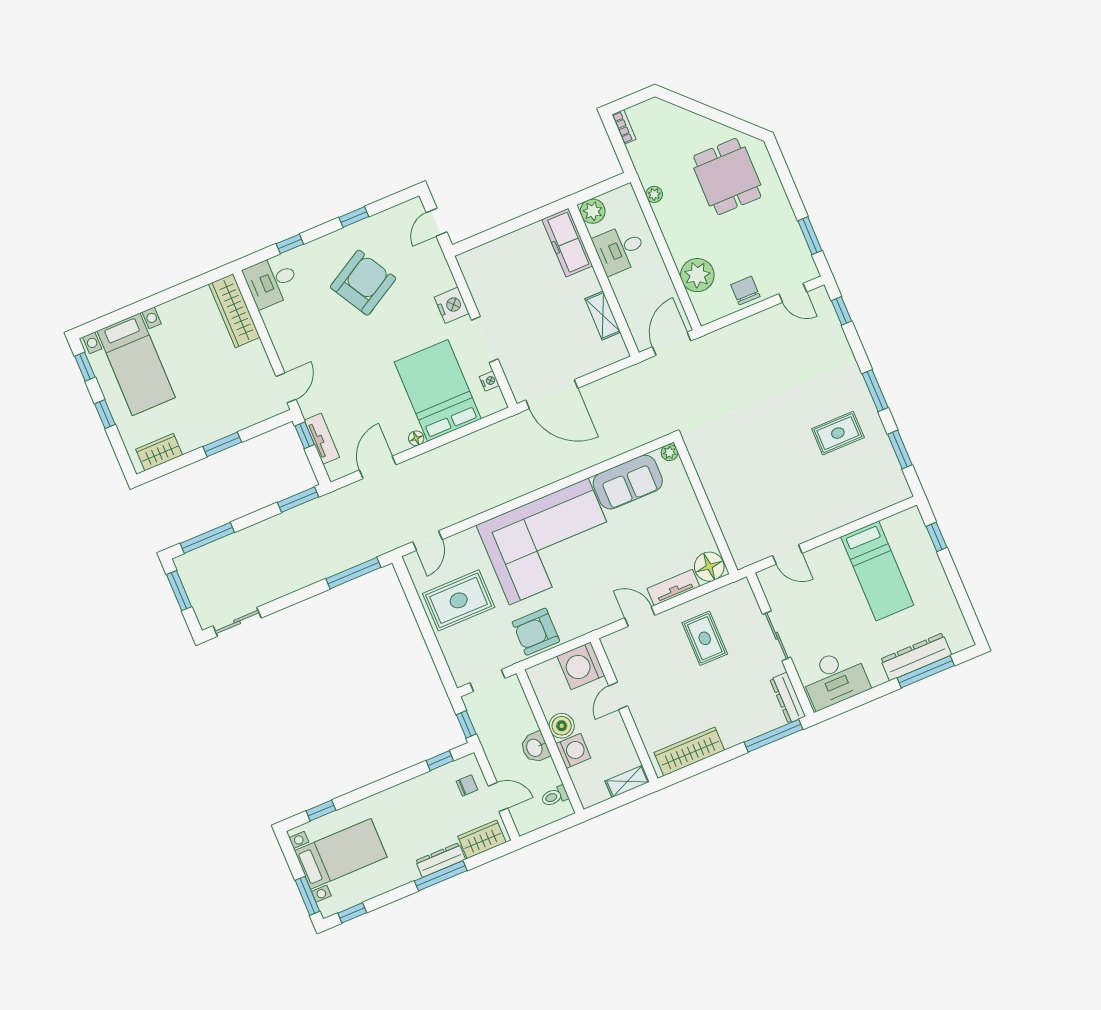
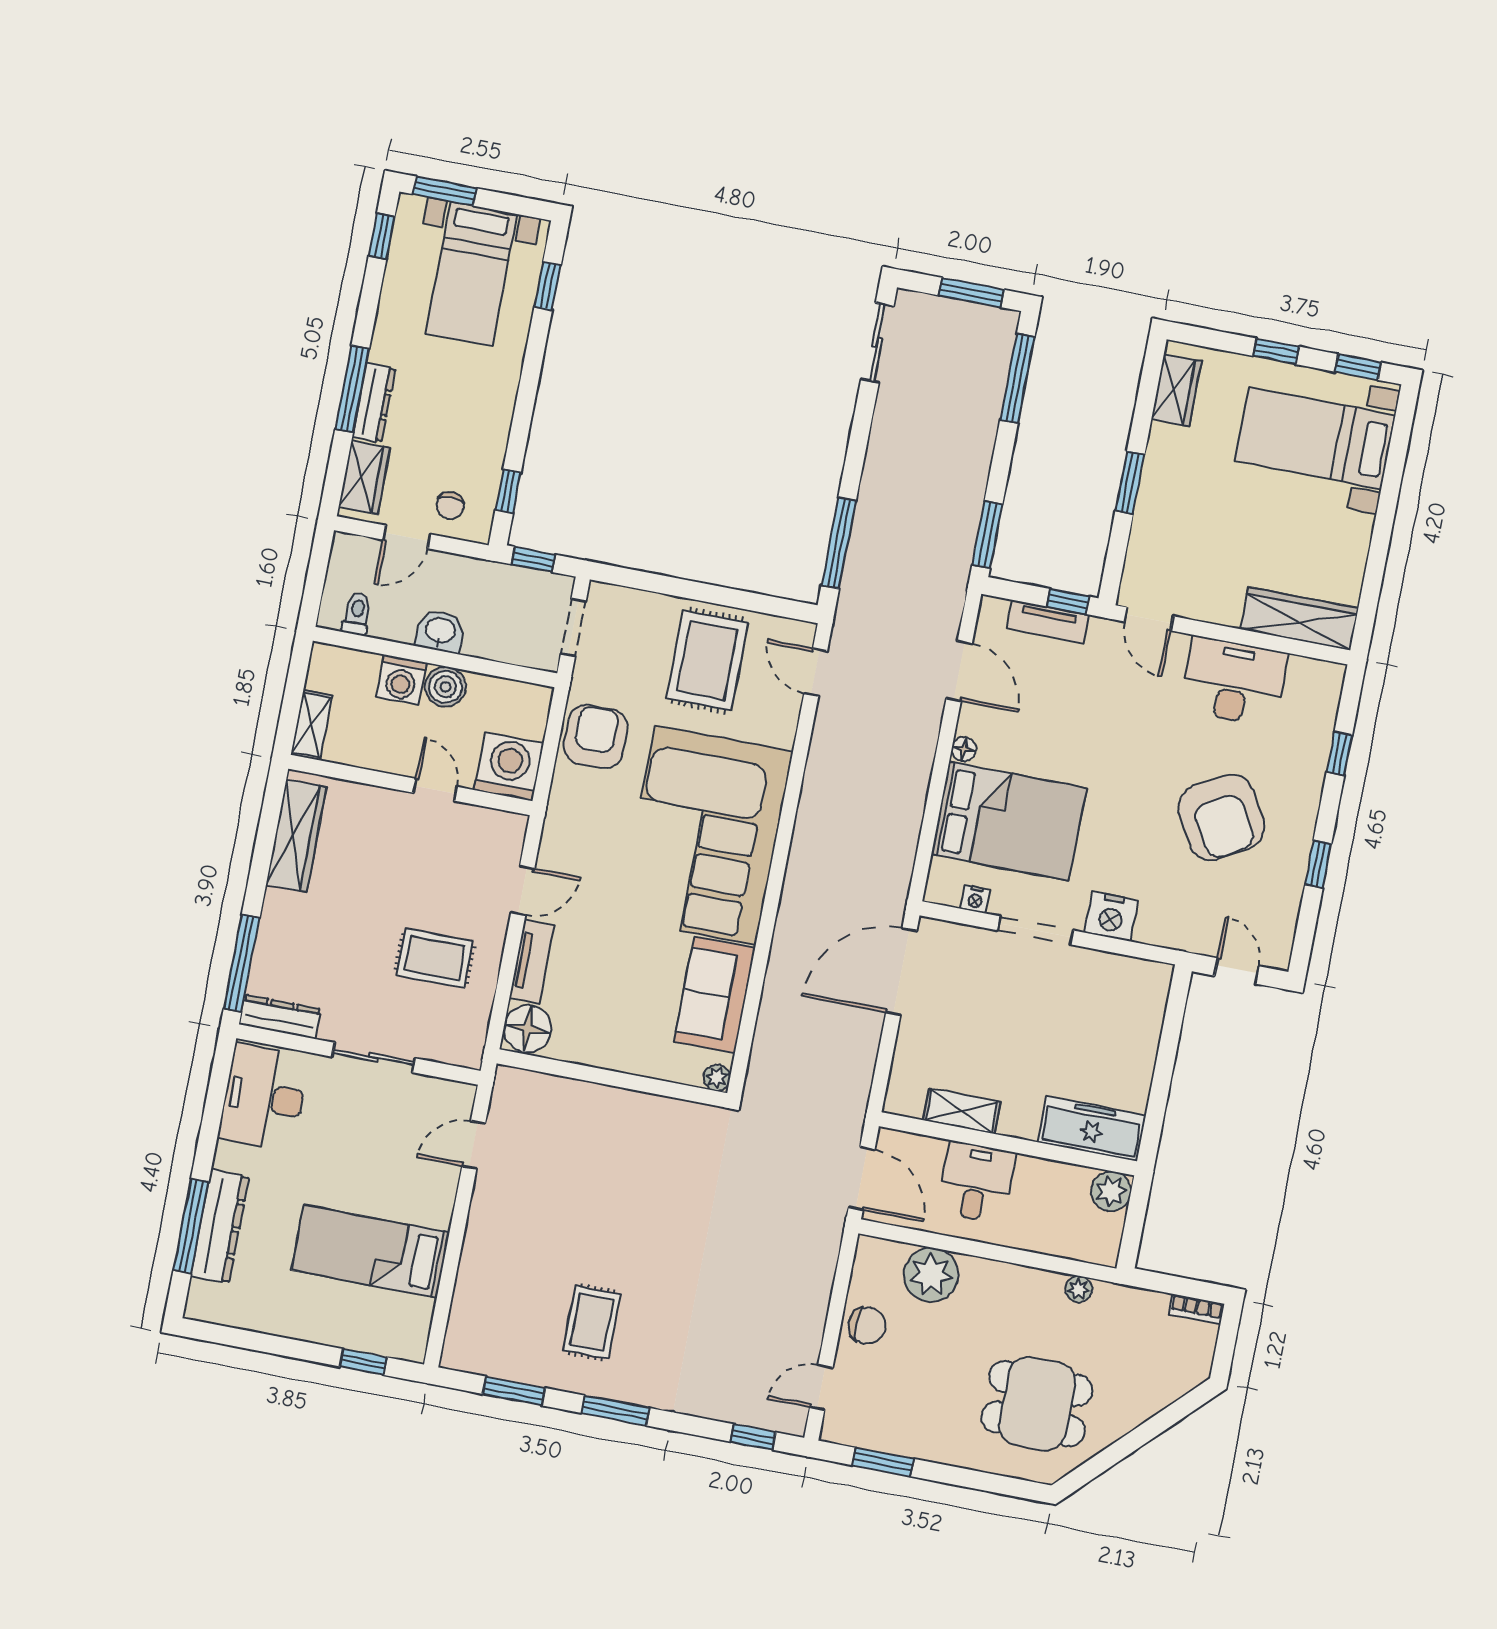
desk: (620, 249) -> (976, 1182), moved
desk: (272, 281) -> (1234, 682), moved, width x1.37

